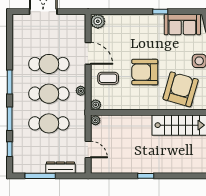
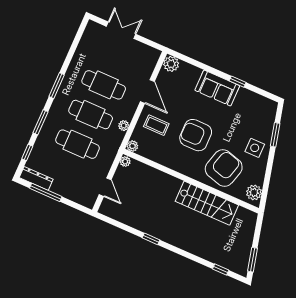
sofa: (182, 24) -> (217, 88), moved
dresser: (60, 168) -> (36, 178), moved

